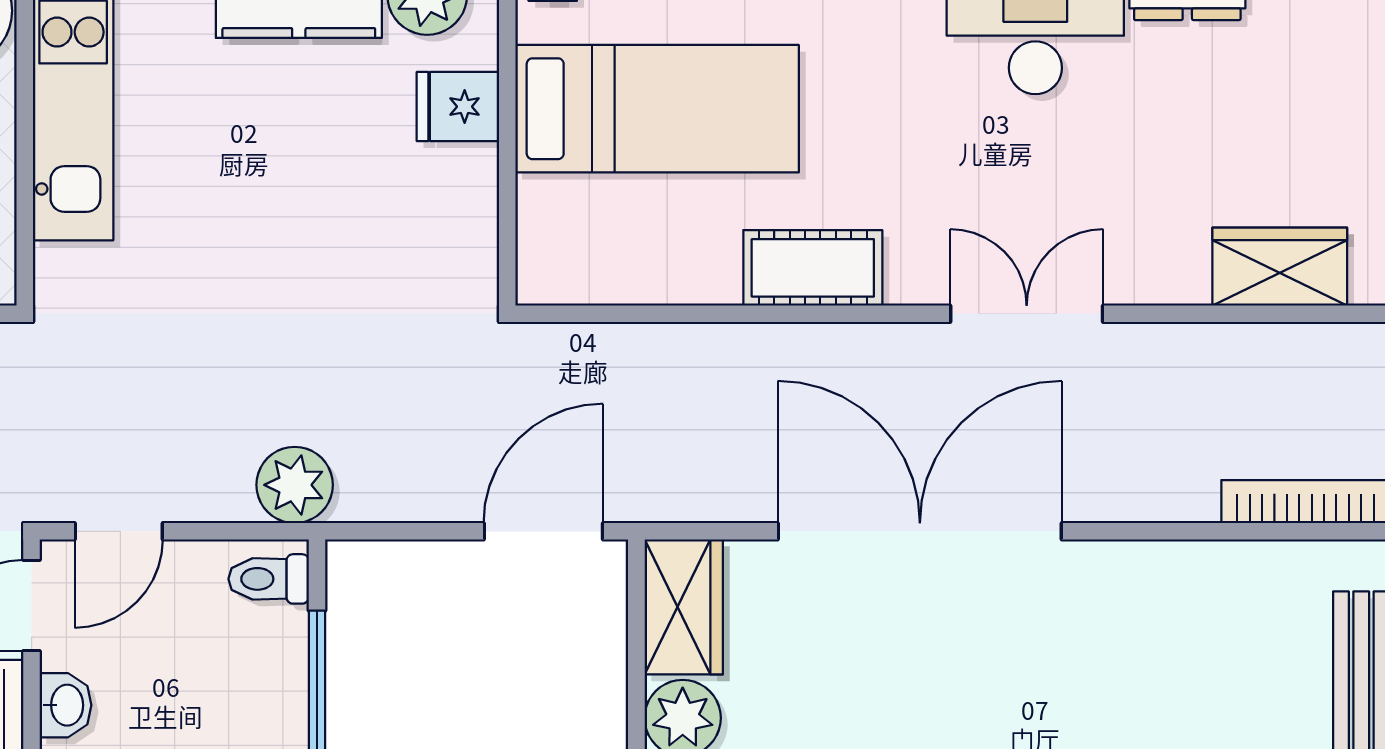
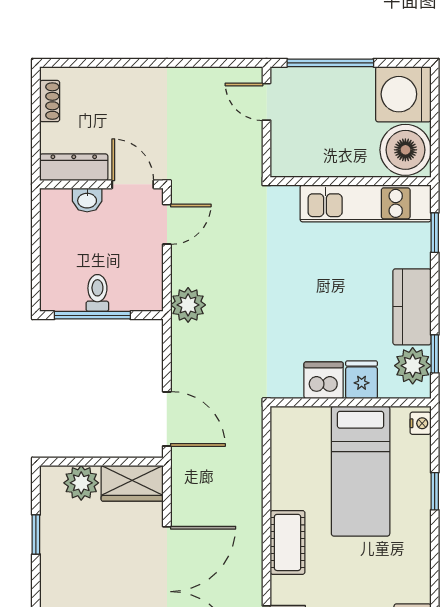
dishwasher: (459, 189) -> (324, 380), added
door: (119, 531) -> (167, 224), swing flipped
toilet: (269, 579) -> (97, 293), moved

